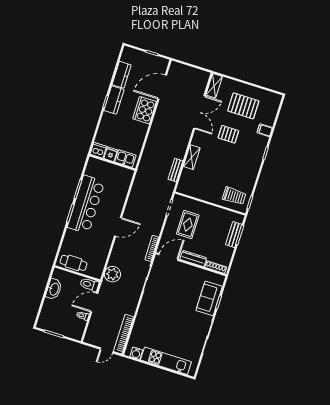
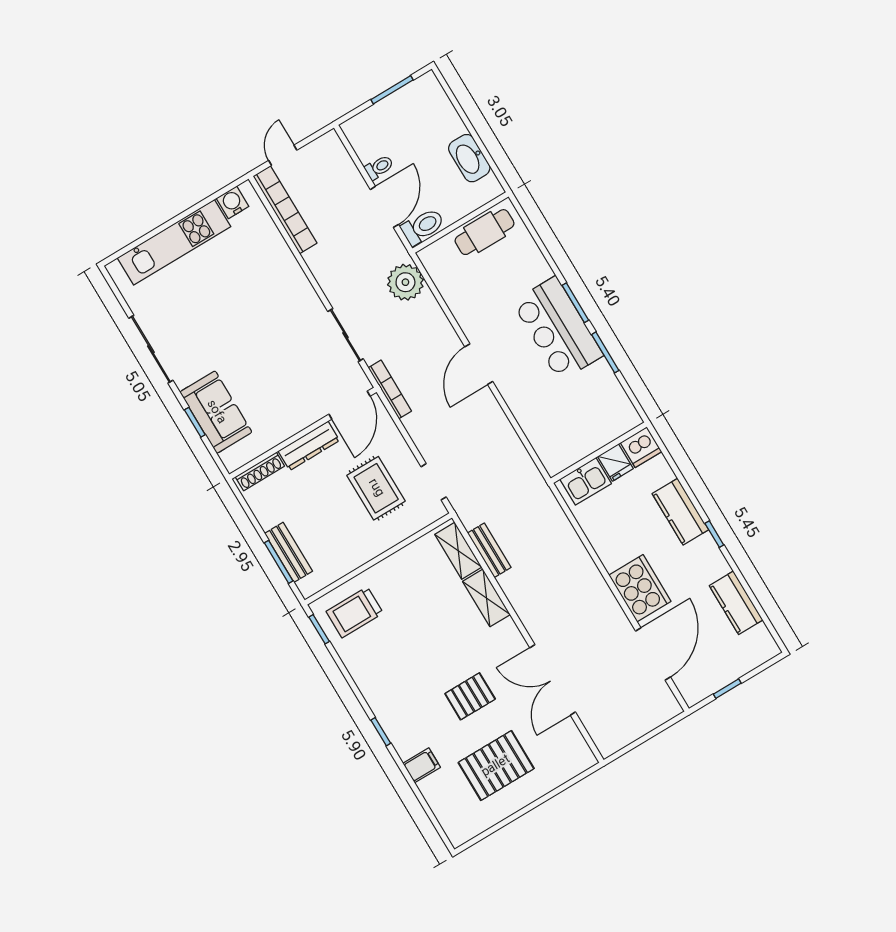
shelving: (214, 86) -> (458, 551), moved
kitchen counter: (114, 100) -> (680, 512), moved
bar counter: (86, 204) -> (558, 329), width x0.73

